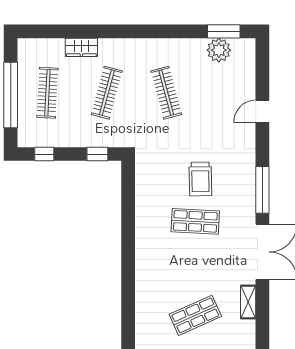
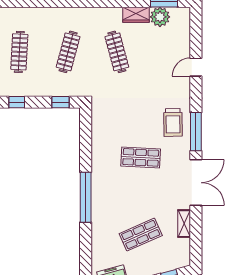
wardrobe: (81, 47) -> (136, 15), moved
trolley: (200, 179) -> (173, 122), moved
window: (128, 270) -> (86, 197), added

